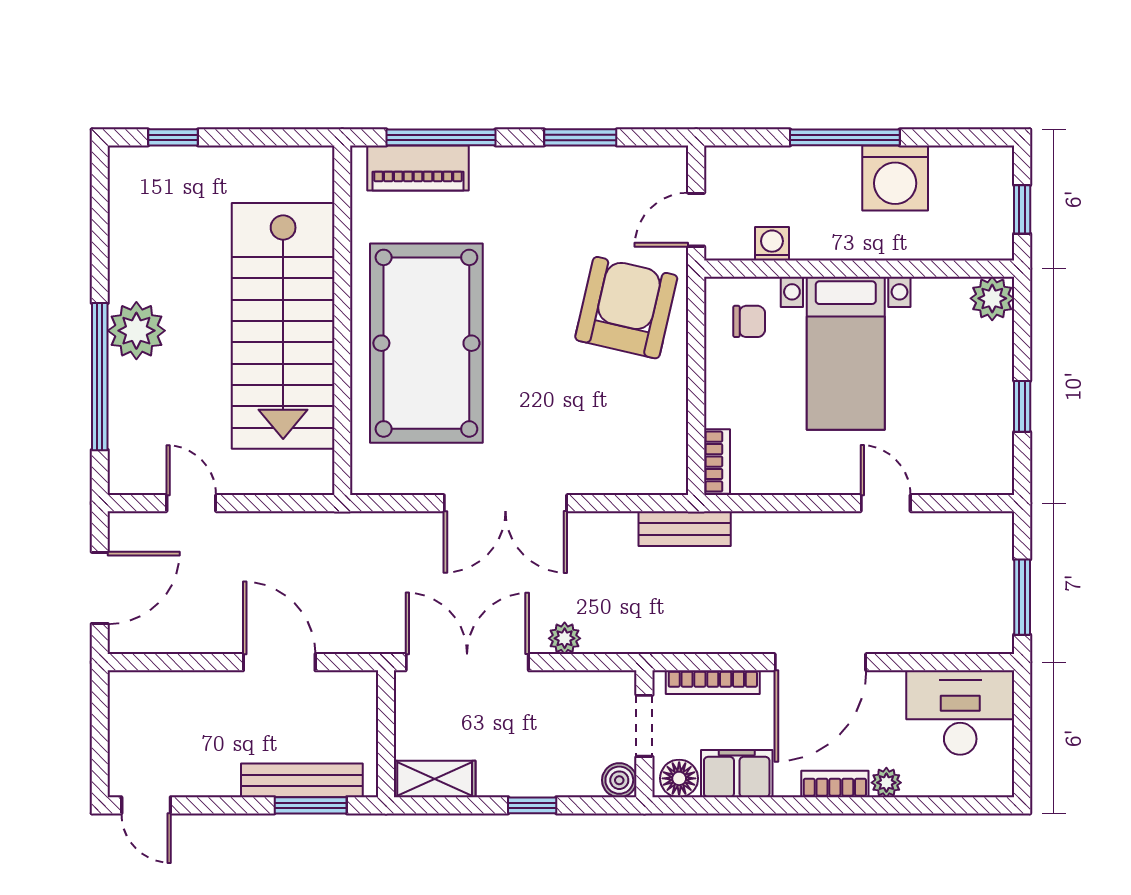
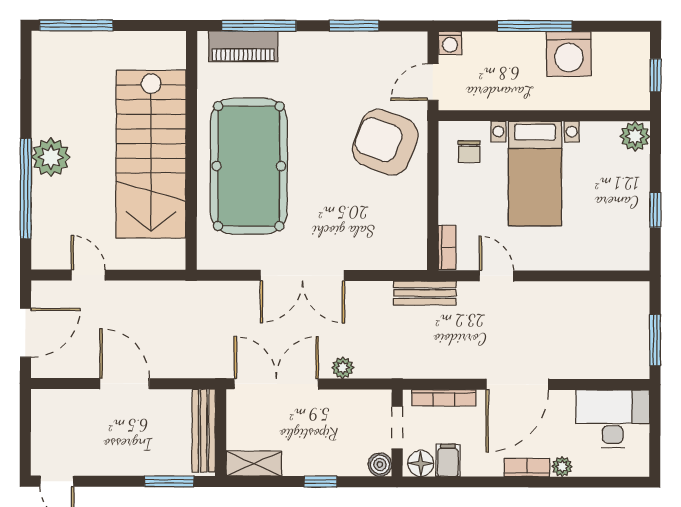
window: (173, 137) -> (76, 25), width x2.17
washing machine: (772, 244) -> (450, 43), moved, turned 180
armchair: (626, 308) -> (385, 142), turned -82
chair: (749, 321) -> (469, 152), turned 90
door: (886, 503) -> (496, 276), moved
door: (279, 662) -> (125, 384), moved
filing cabinet: (737, 774) -> (448, 460), width x0.50
bench: (302, 780) -> (204, 431), moved, turned 90

